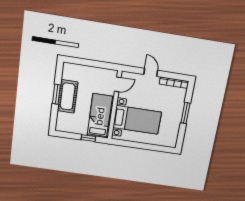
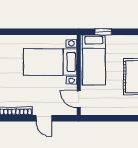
door: (118, 84) -> (79, 99), hinge flipped

